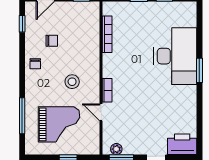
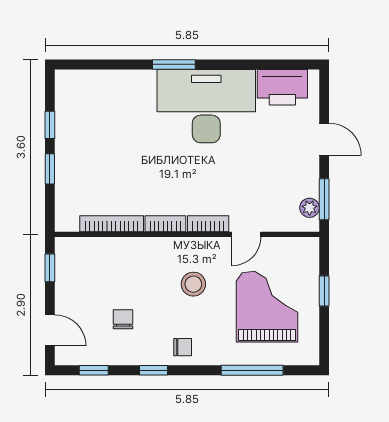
desk: (175, 56) -> (206, 106), moved
window: (22, 59) -> (153, 370), added
chair: (35, 64) -> (183, 347), moved
bookcase: (107, 65) -> (165, 224), added
printer: (182, 144) -> (282, 87), moved, turned -90

